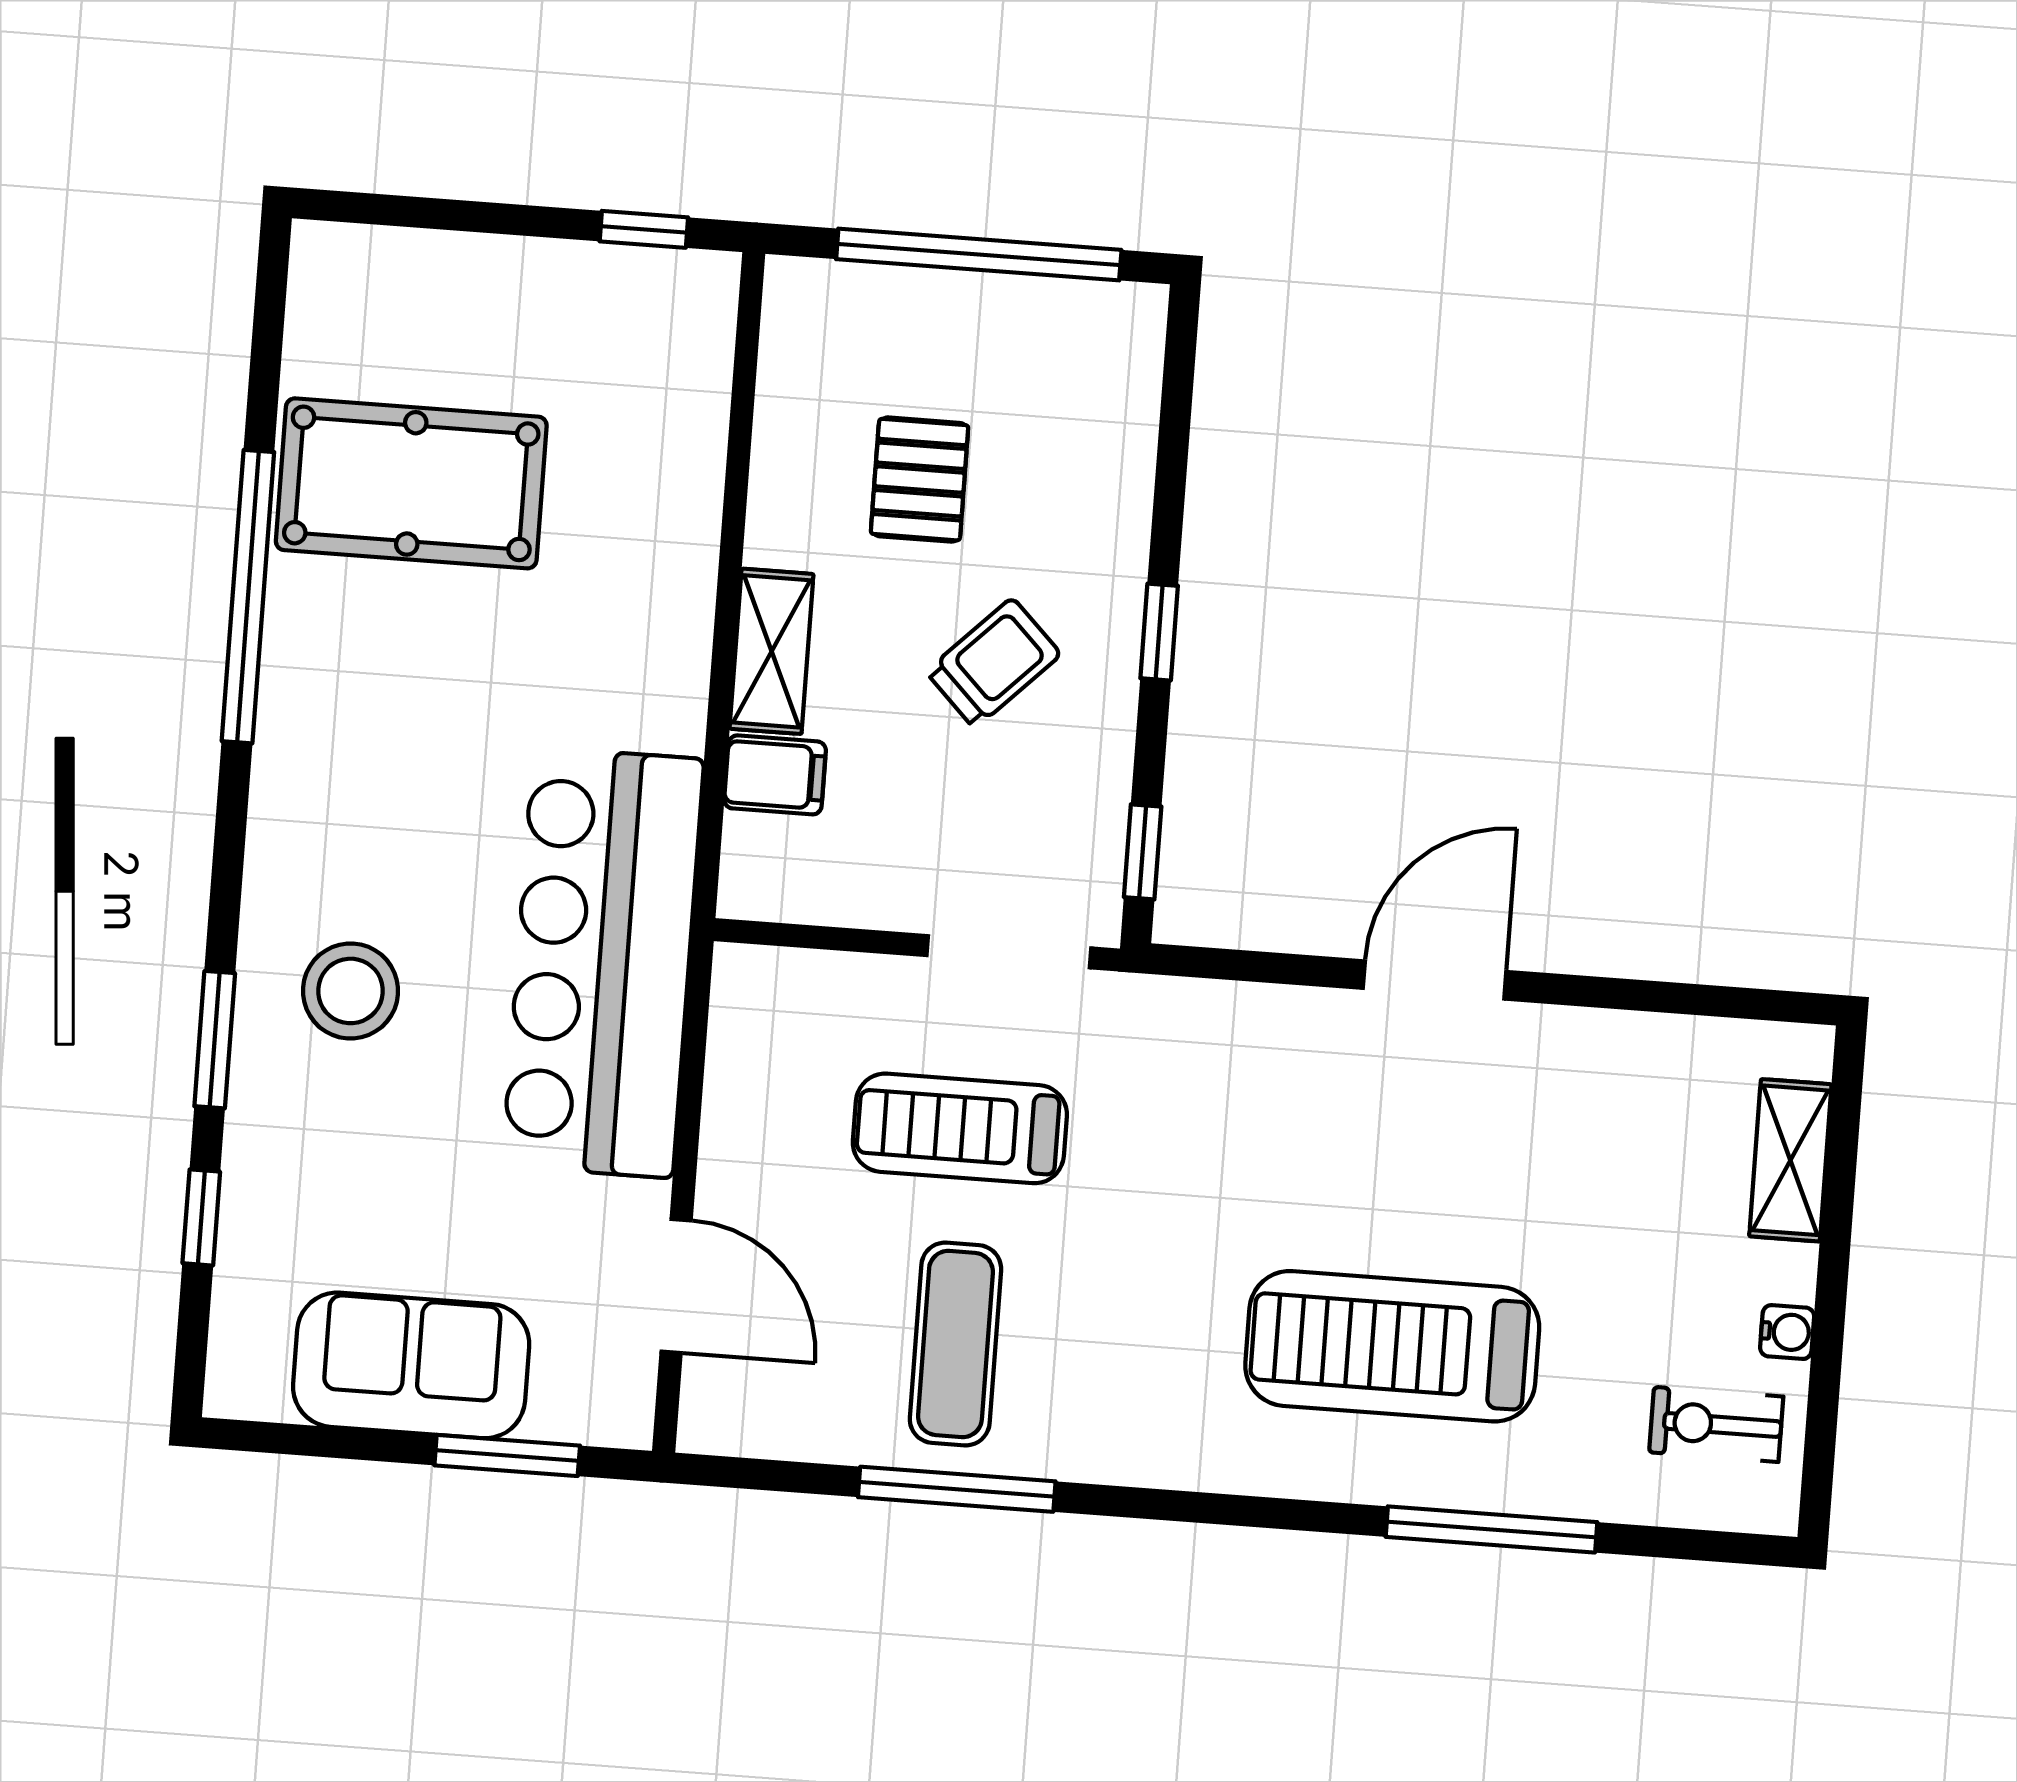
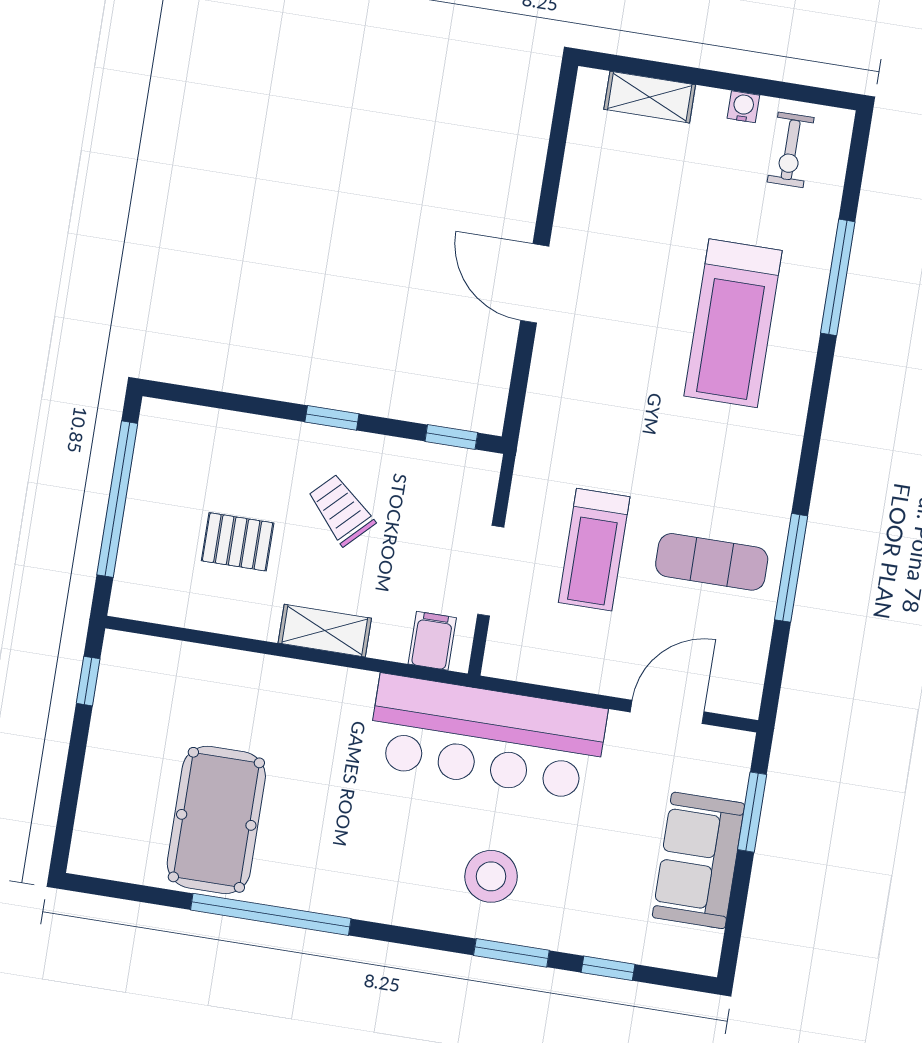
filing cabinet: (775, 775) -> (432, 641), moved
doorway: (1009, 952) -> (491, 571), moved

